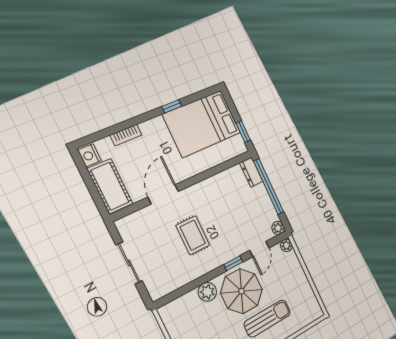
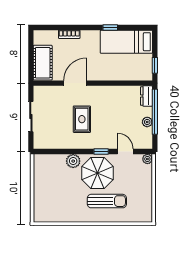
bed: (202, 124) -> (126, 42), width x0.67
nightstand: (90, 155) -> (39, 38), removed
plant: (278, 228) -> (147, 122), moved
door: (259, 249) -> (125, 152), swing flipped

